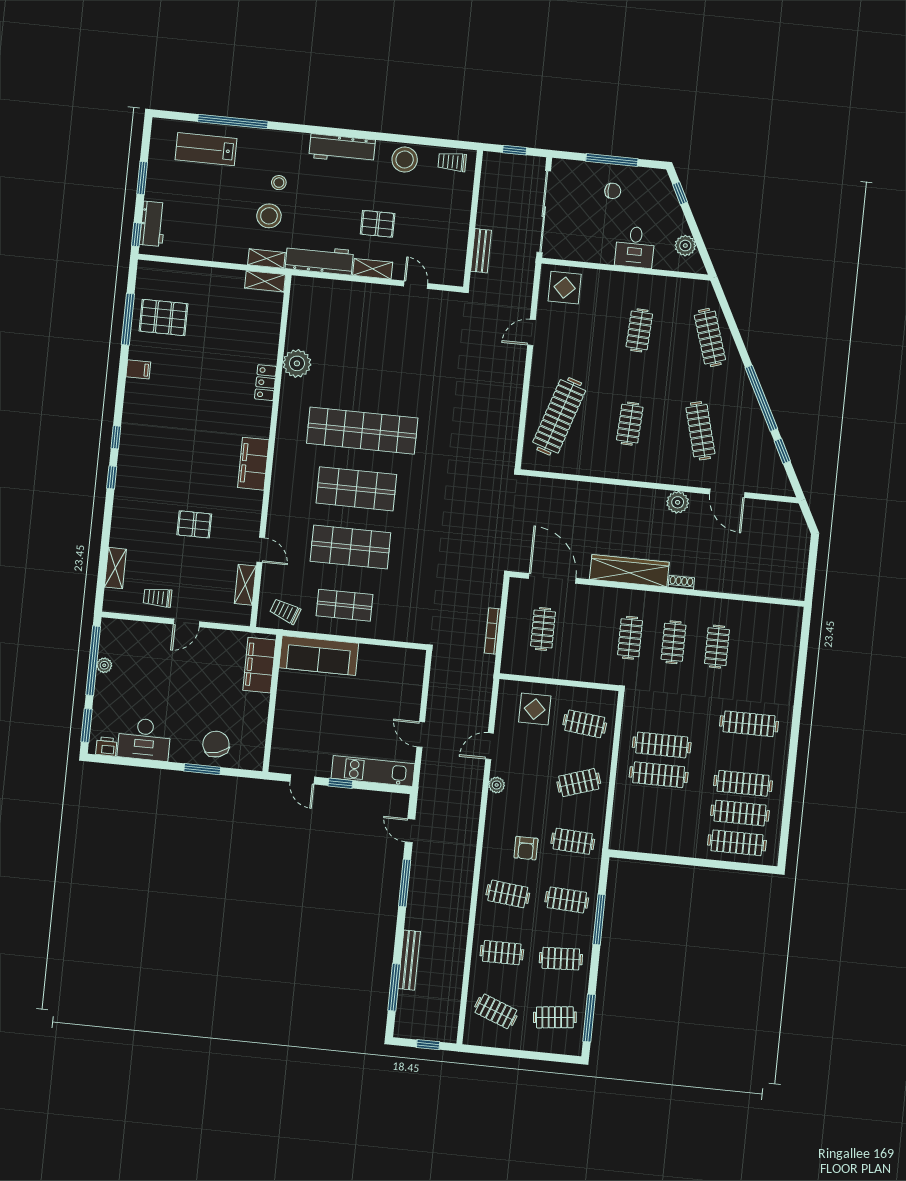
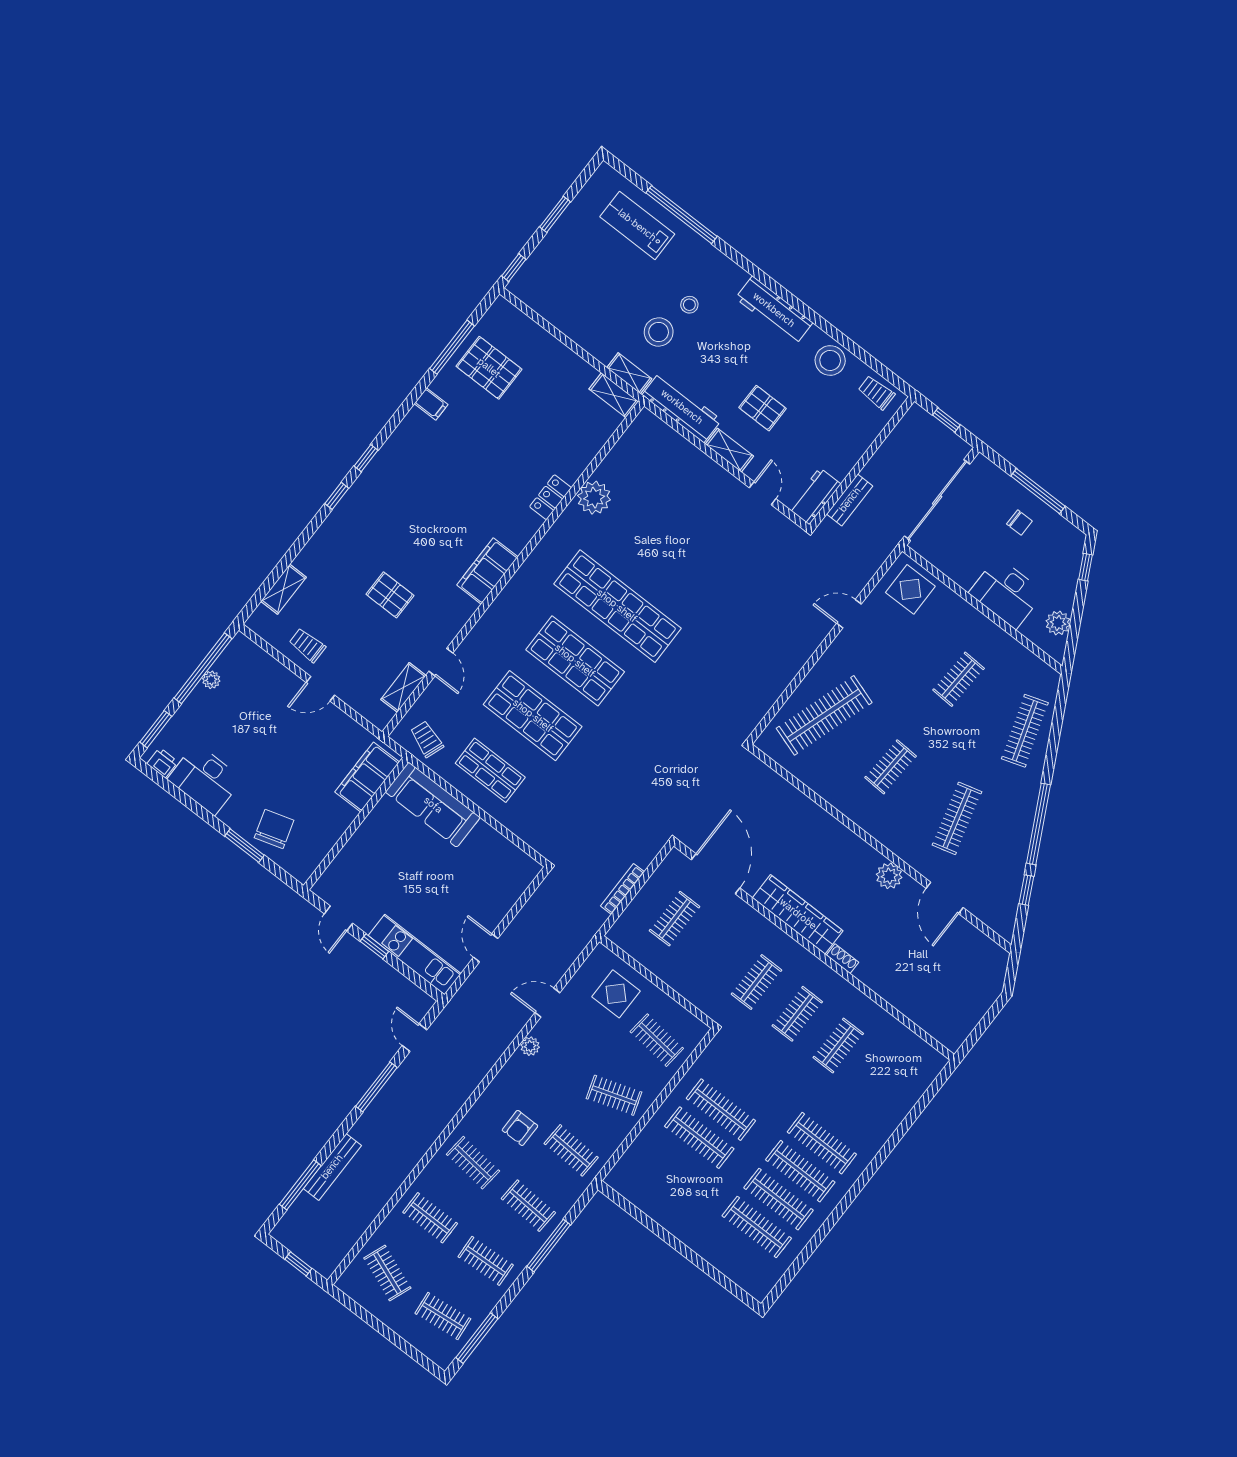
workbench: (153, 224) -> (815, 496), moved, turned 180
desk: (635, 247) -> (1006, 593), width x1.37
clothes rail: (737, 843) -> (800, 1171), moved

